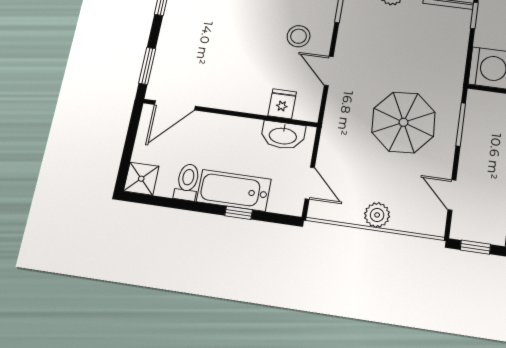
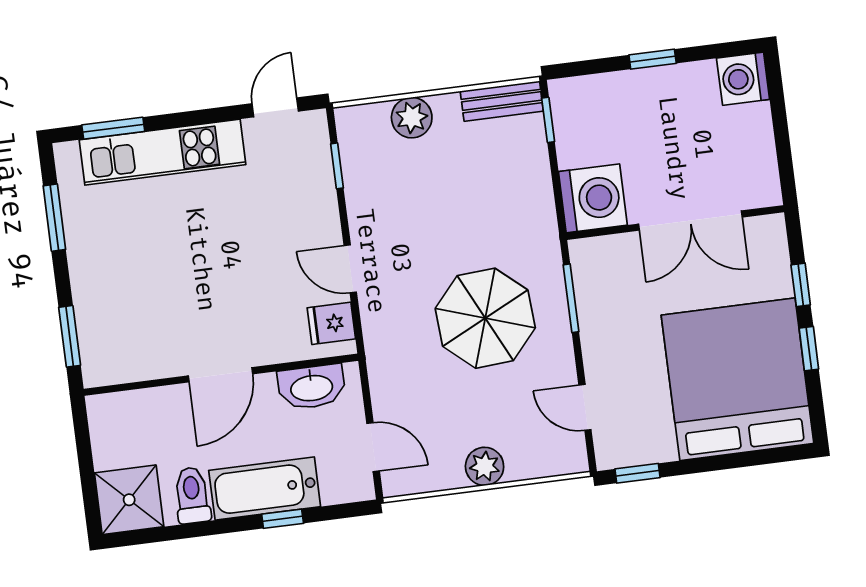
stool: (299, 36) -> (287, 226), removed
fridge: (282, 104) -> (331, 323), moved, turned -90
door: (175, 105) -> (220, 375), moved
shower: (141, 179) -> (129, 500), width x1.36, depth x1.36

